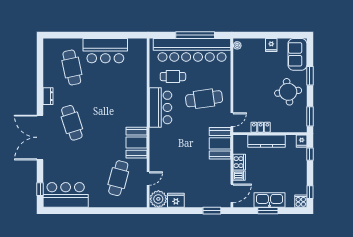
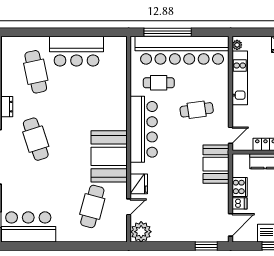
window: (195, 35) -> (168, 32), moved
kitchen unit: (239, 72) -> (240, 78), added
cafe table: (204, 99) -> (197, 110), width x0.73, depth x0.74
bar counter: (161, 107) -> (144, 129), width x1.36
booth: (136, 143) -> (109, 156), width x1.36, depth x1.42
fridge: (176, 200) -> (139, 184), moved, turned 90

